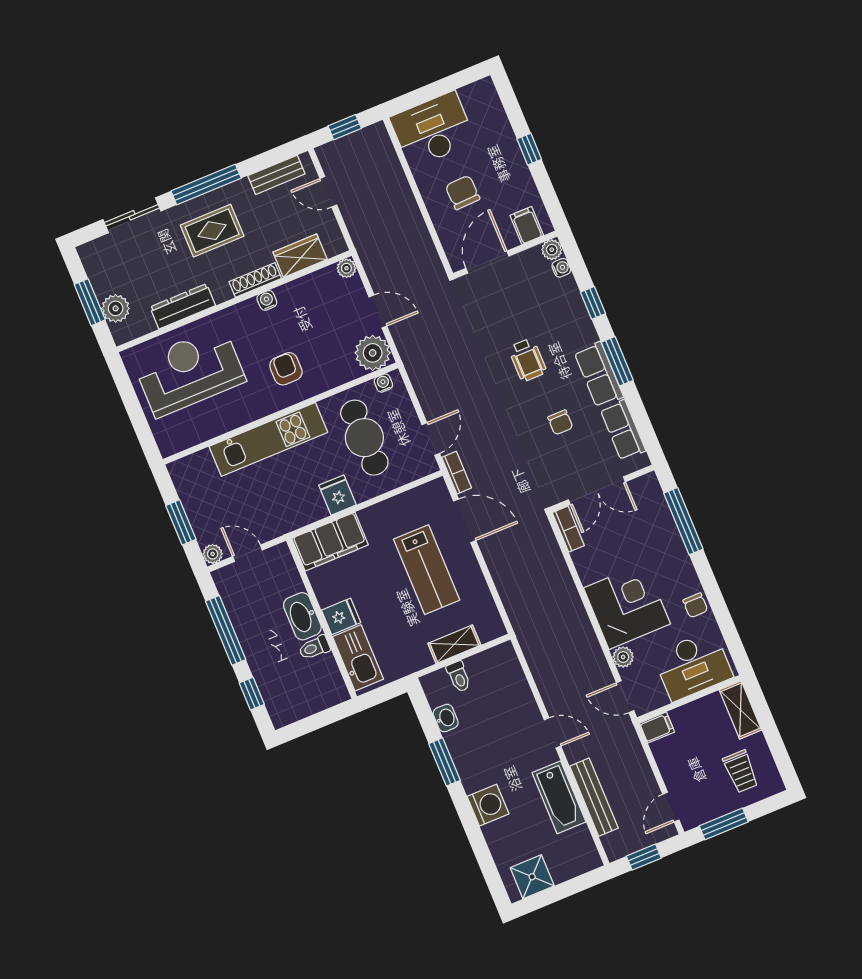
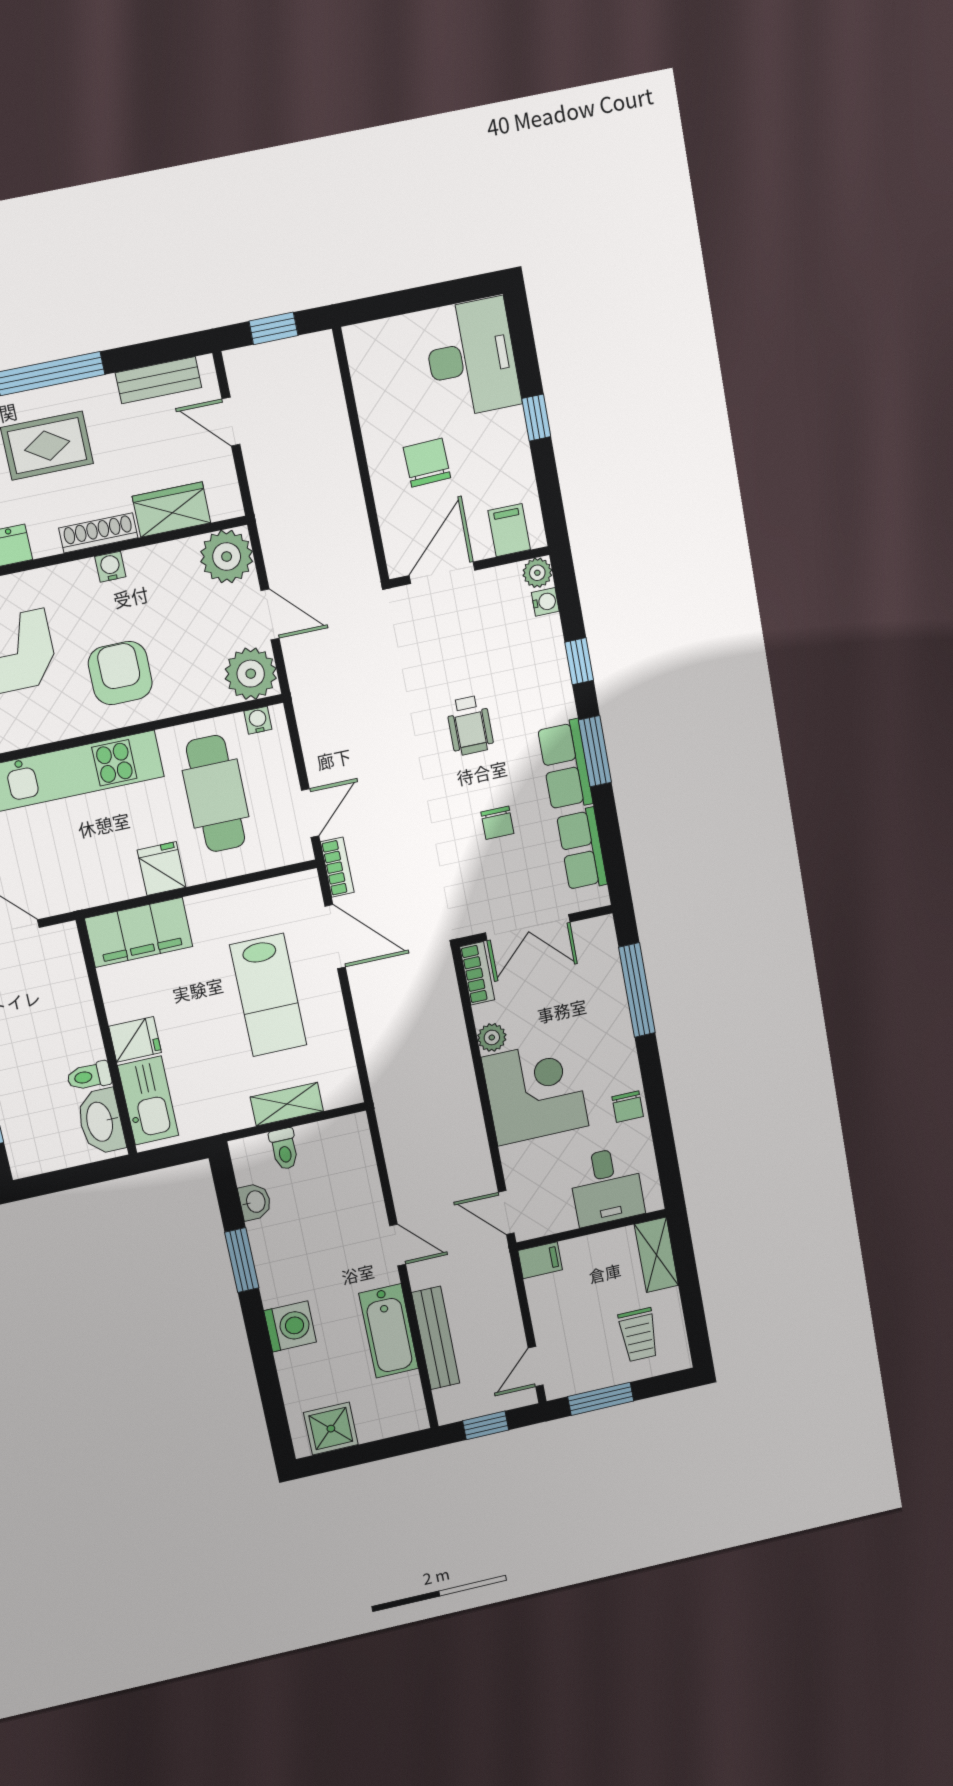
desk: (433, 130) -> (472, 358), moved, turned 90
plant: (346, 268) -> (227, 557), width x1.88, depth x1.88
armchair: (286, 369) -> (120, 673), width x1.38, depth x1.38
washbasin: (302, 616) -> (101, 1121), moved
plant: (623, 657) -> (492, 1037), moved
desk: (693, 666) -> (606, 1186), width x0.73

